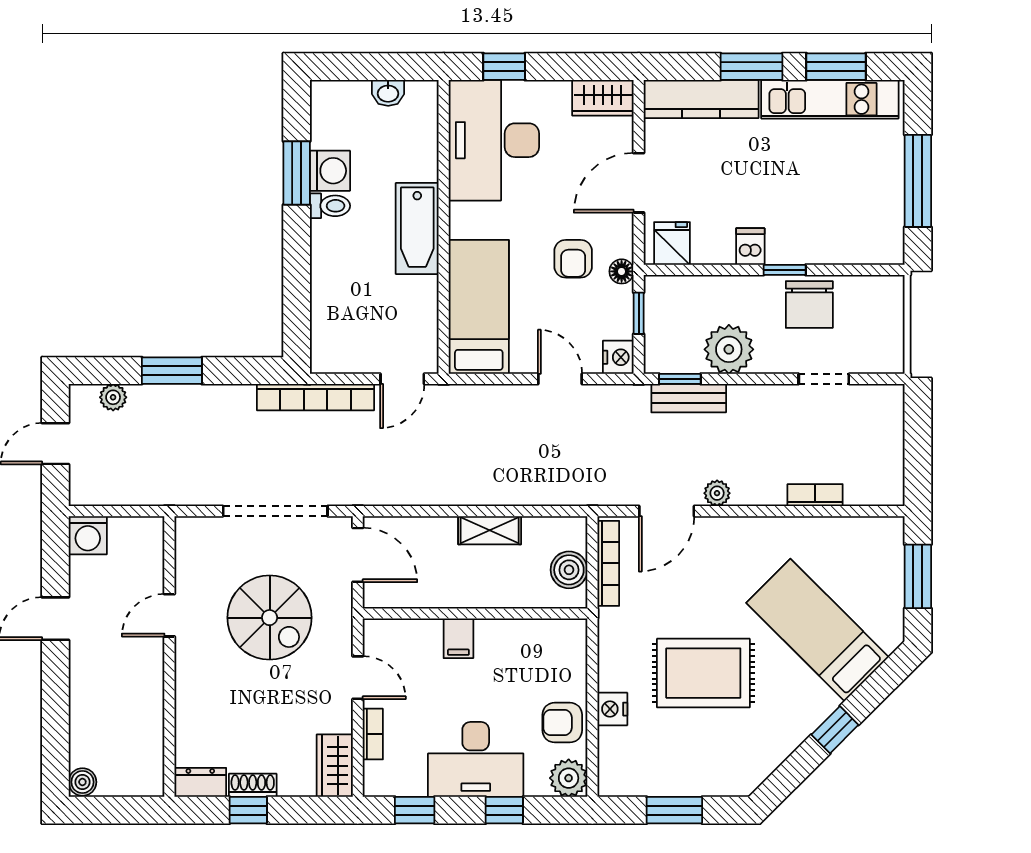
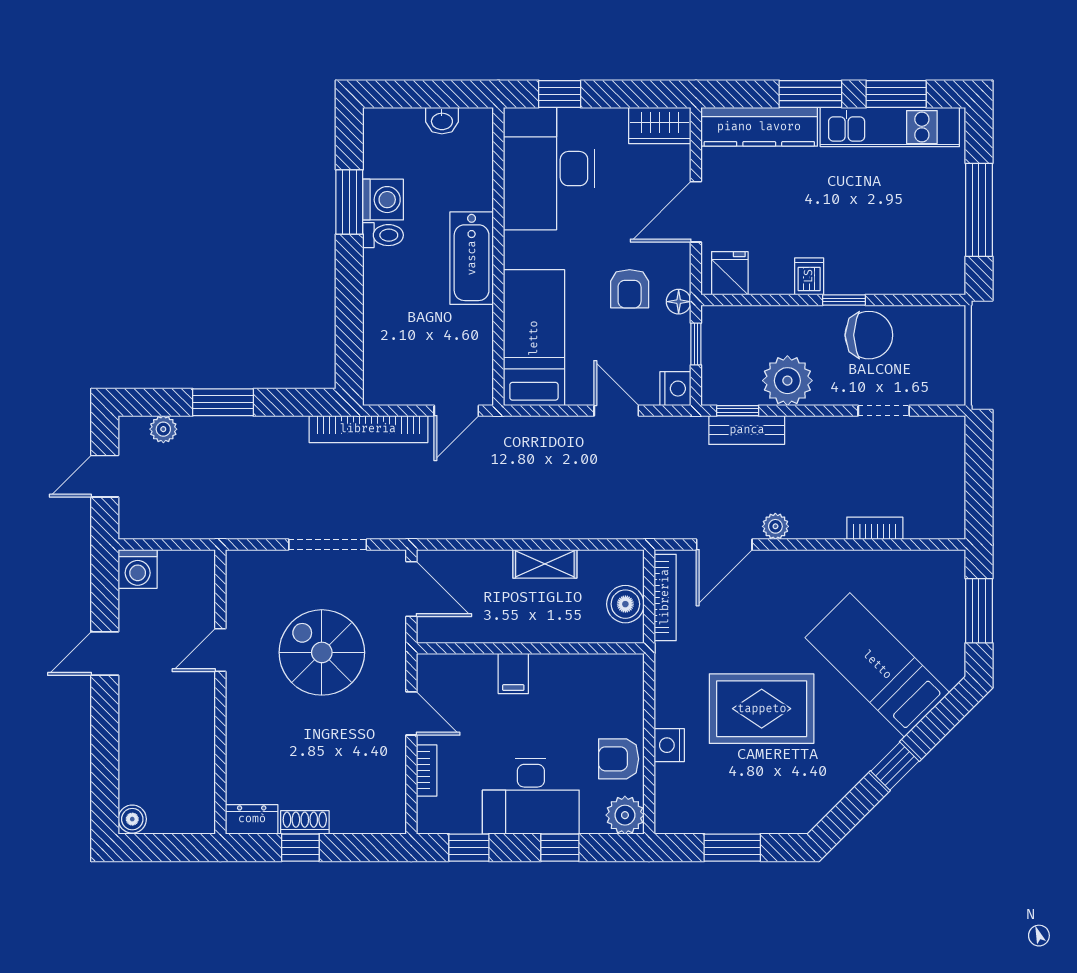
chair: (809, 304) -> (869, 335), turned -90
doorway: (275, 511) -> (328, 545), width x0.73
spiral stairs: (270, 618) -> (322, 652), turned 180
wardrobe: (335, 766) -> (388, 803), removed

